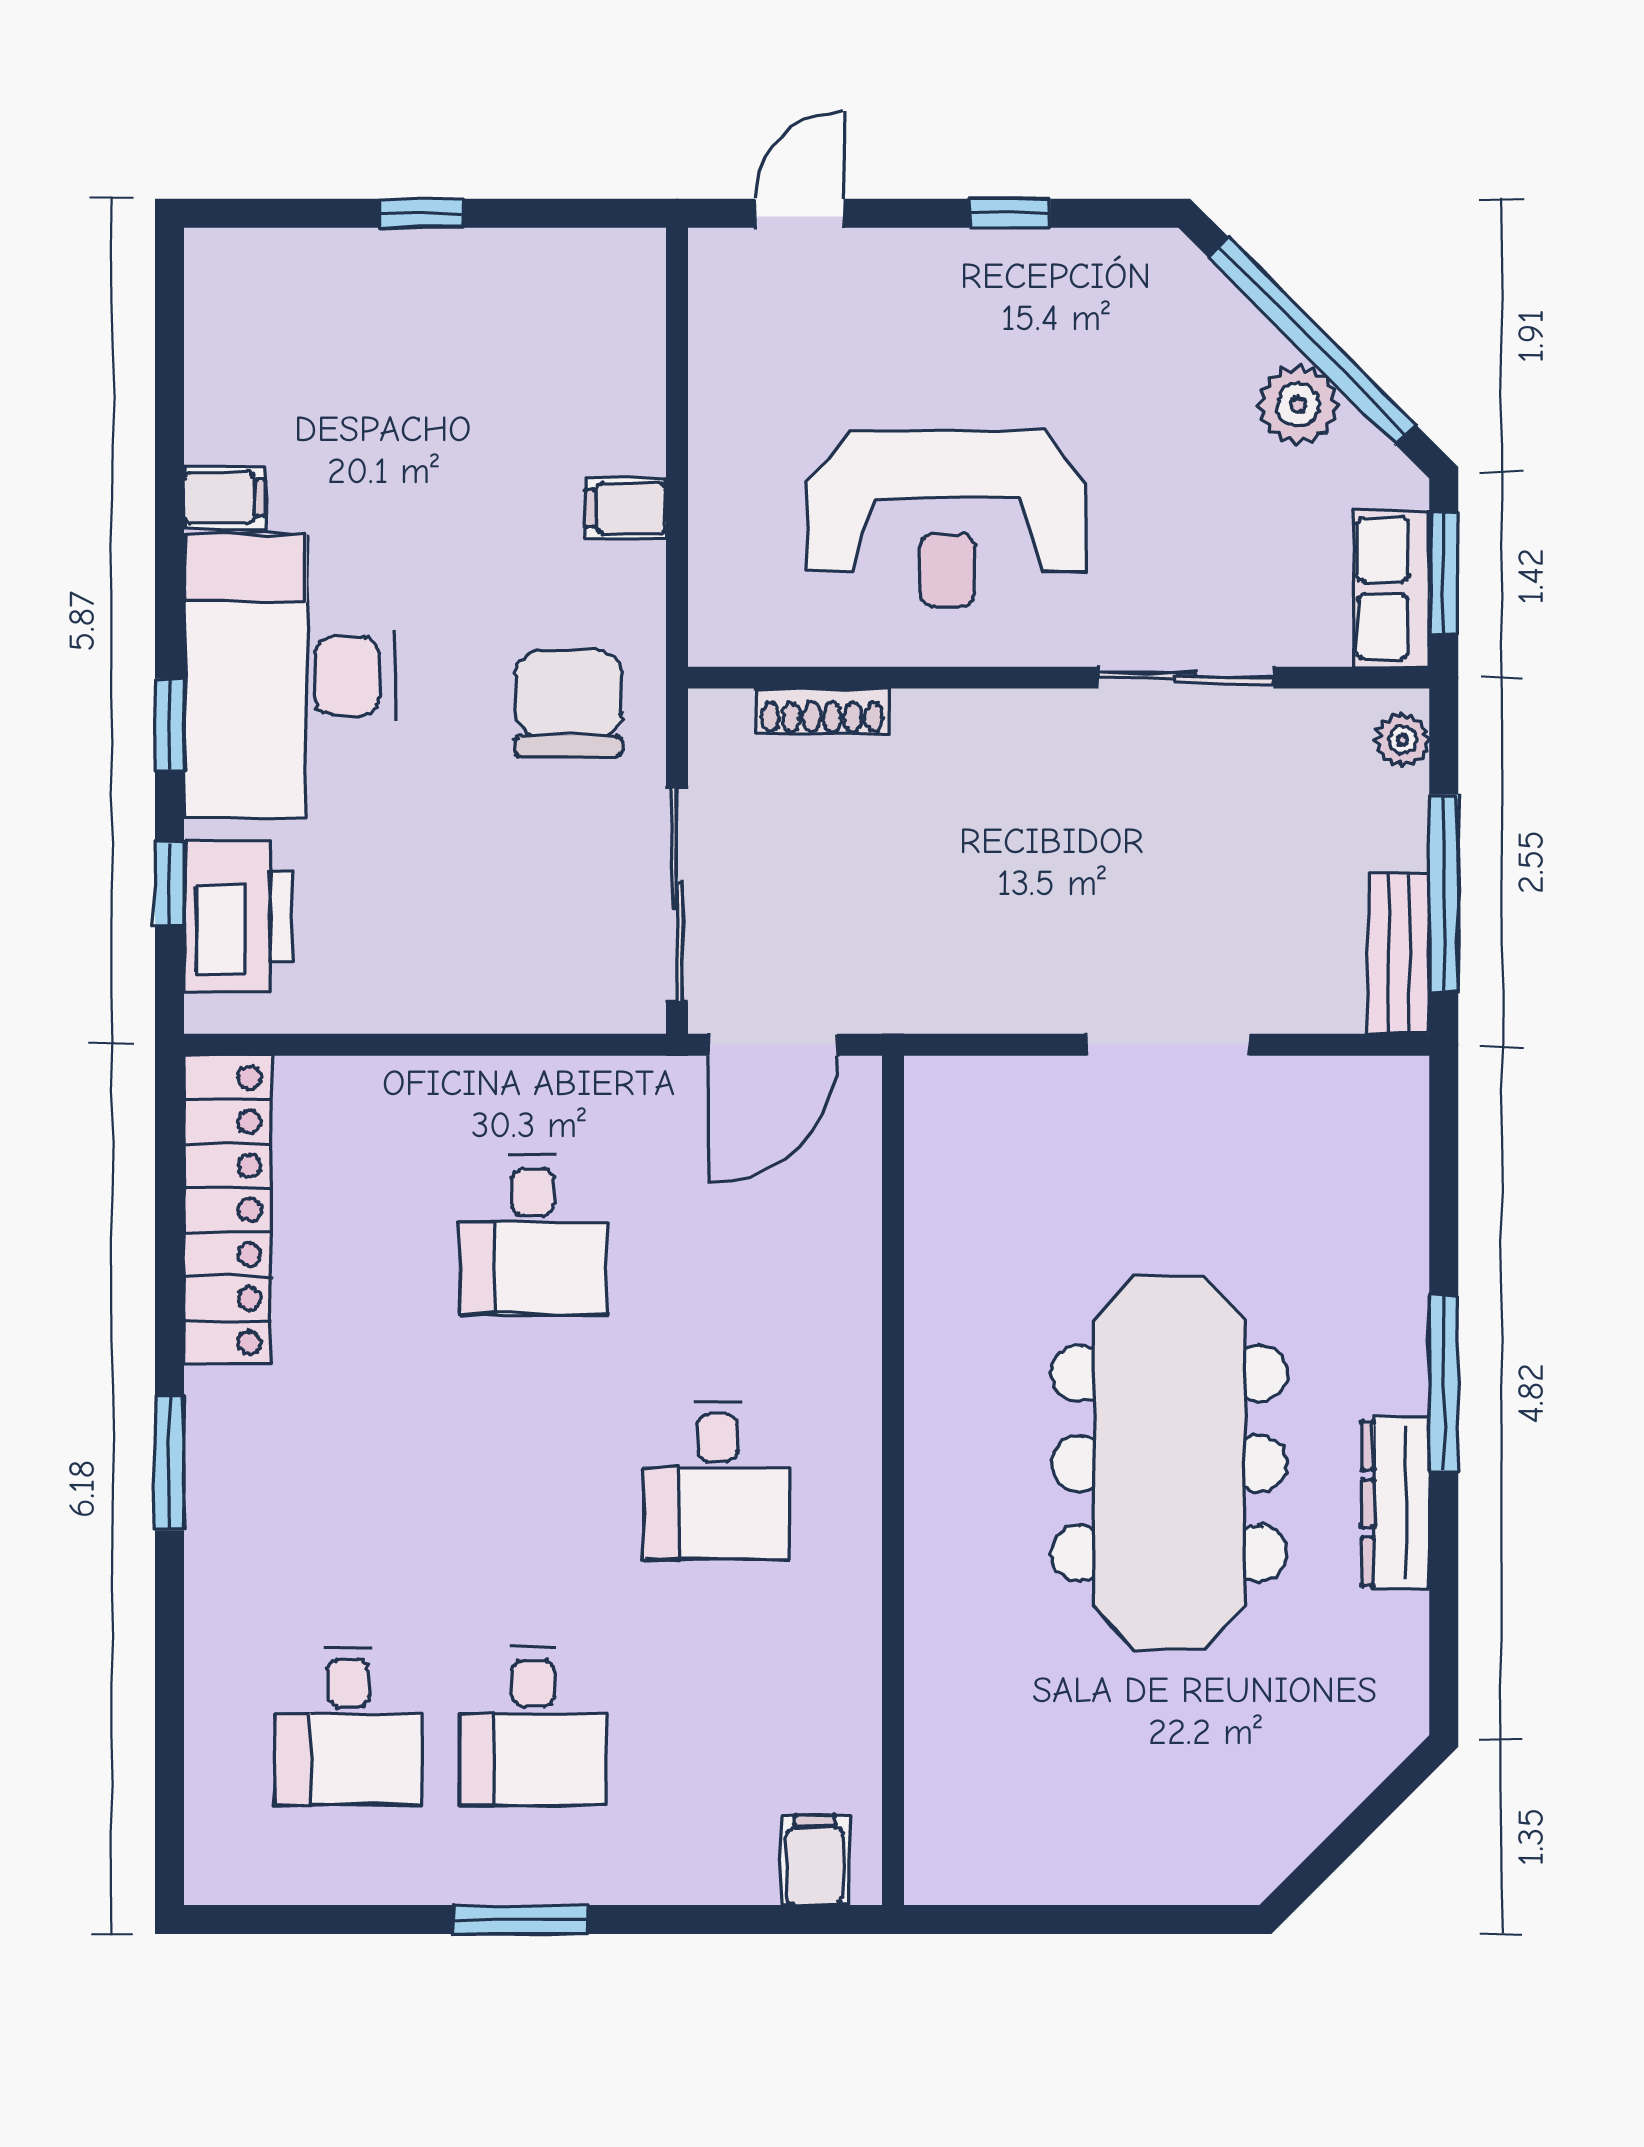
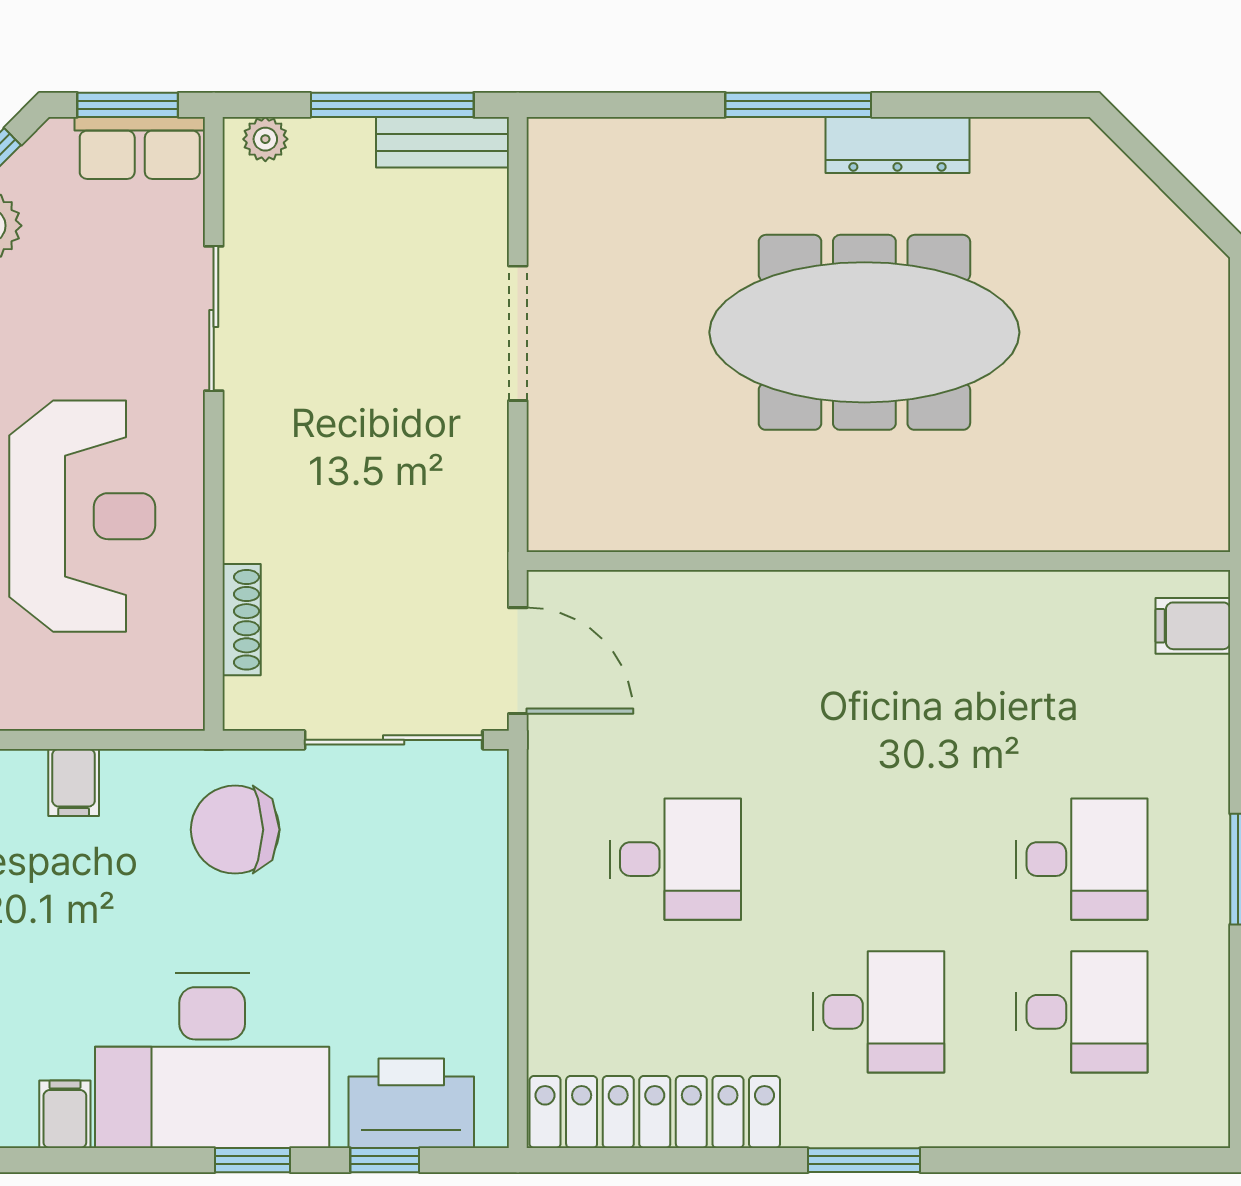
desk: (718, 1480) -> (878, 1012), moved

